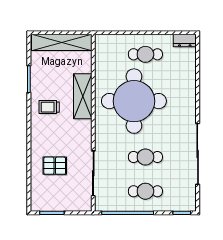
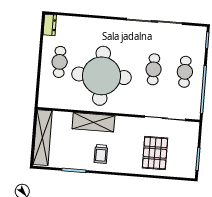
pallet: (55, 166) -> (155, 153), width x1.50, depth x1.42

